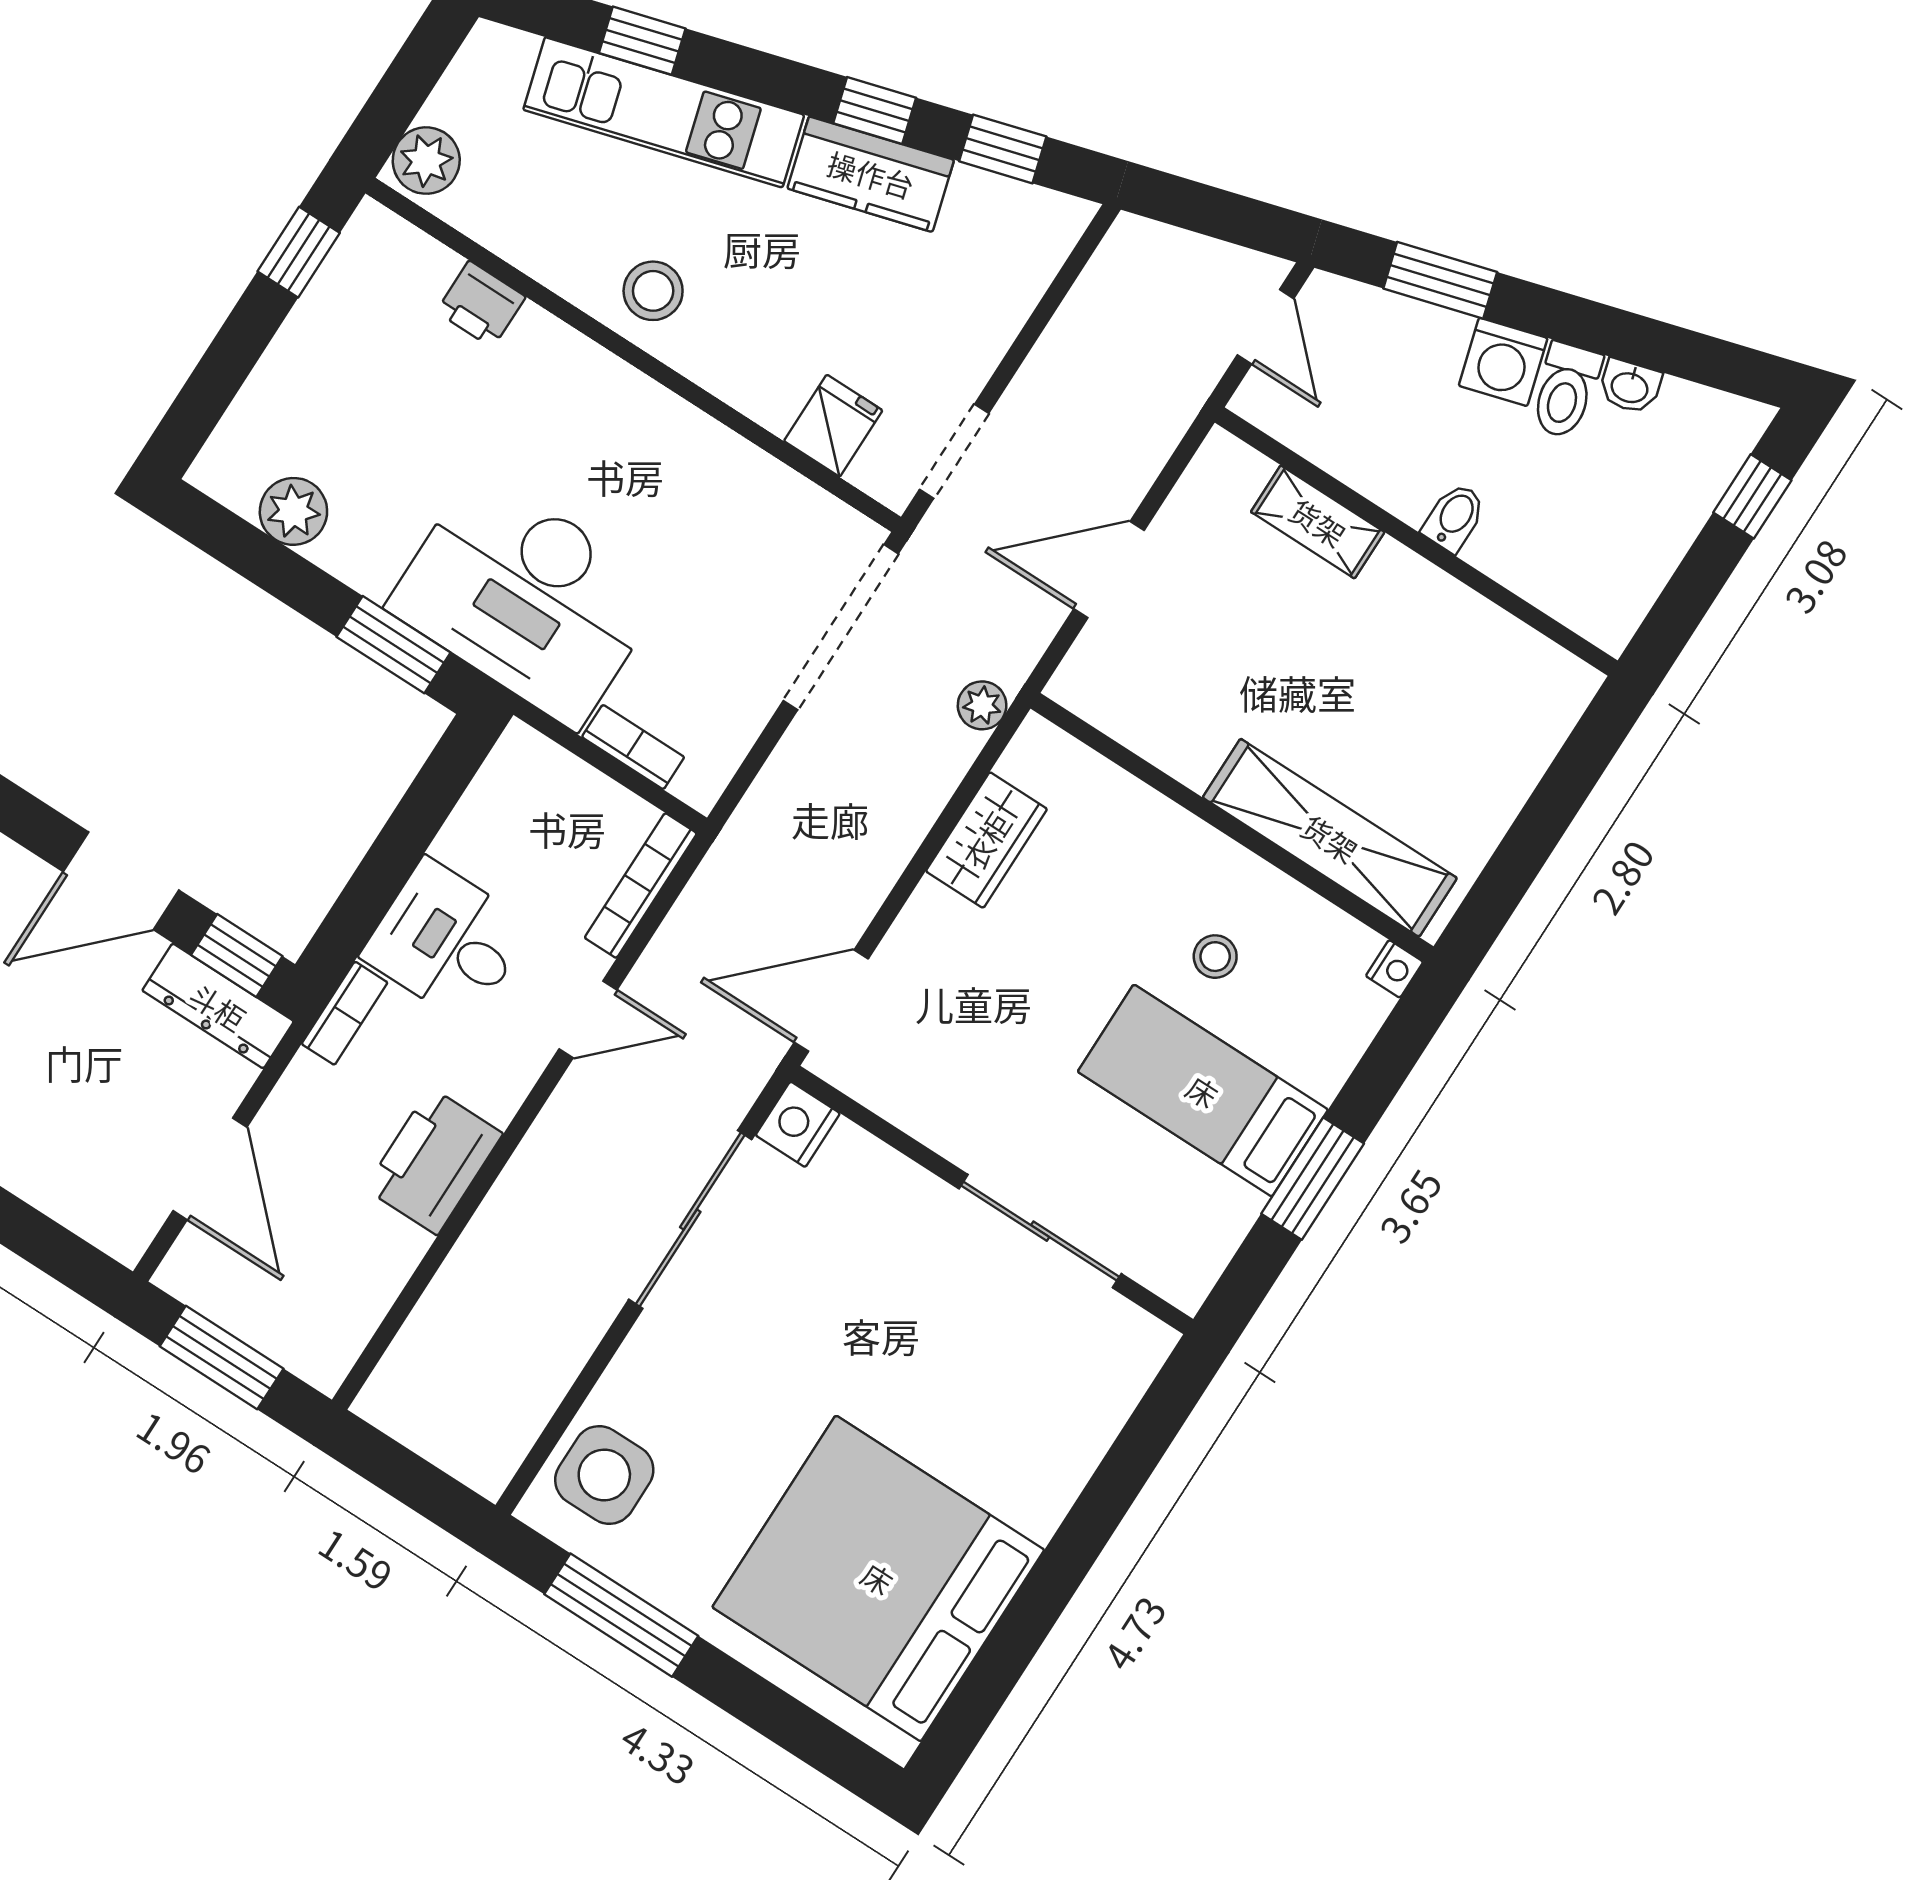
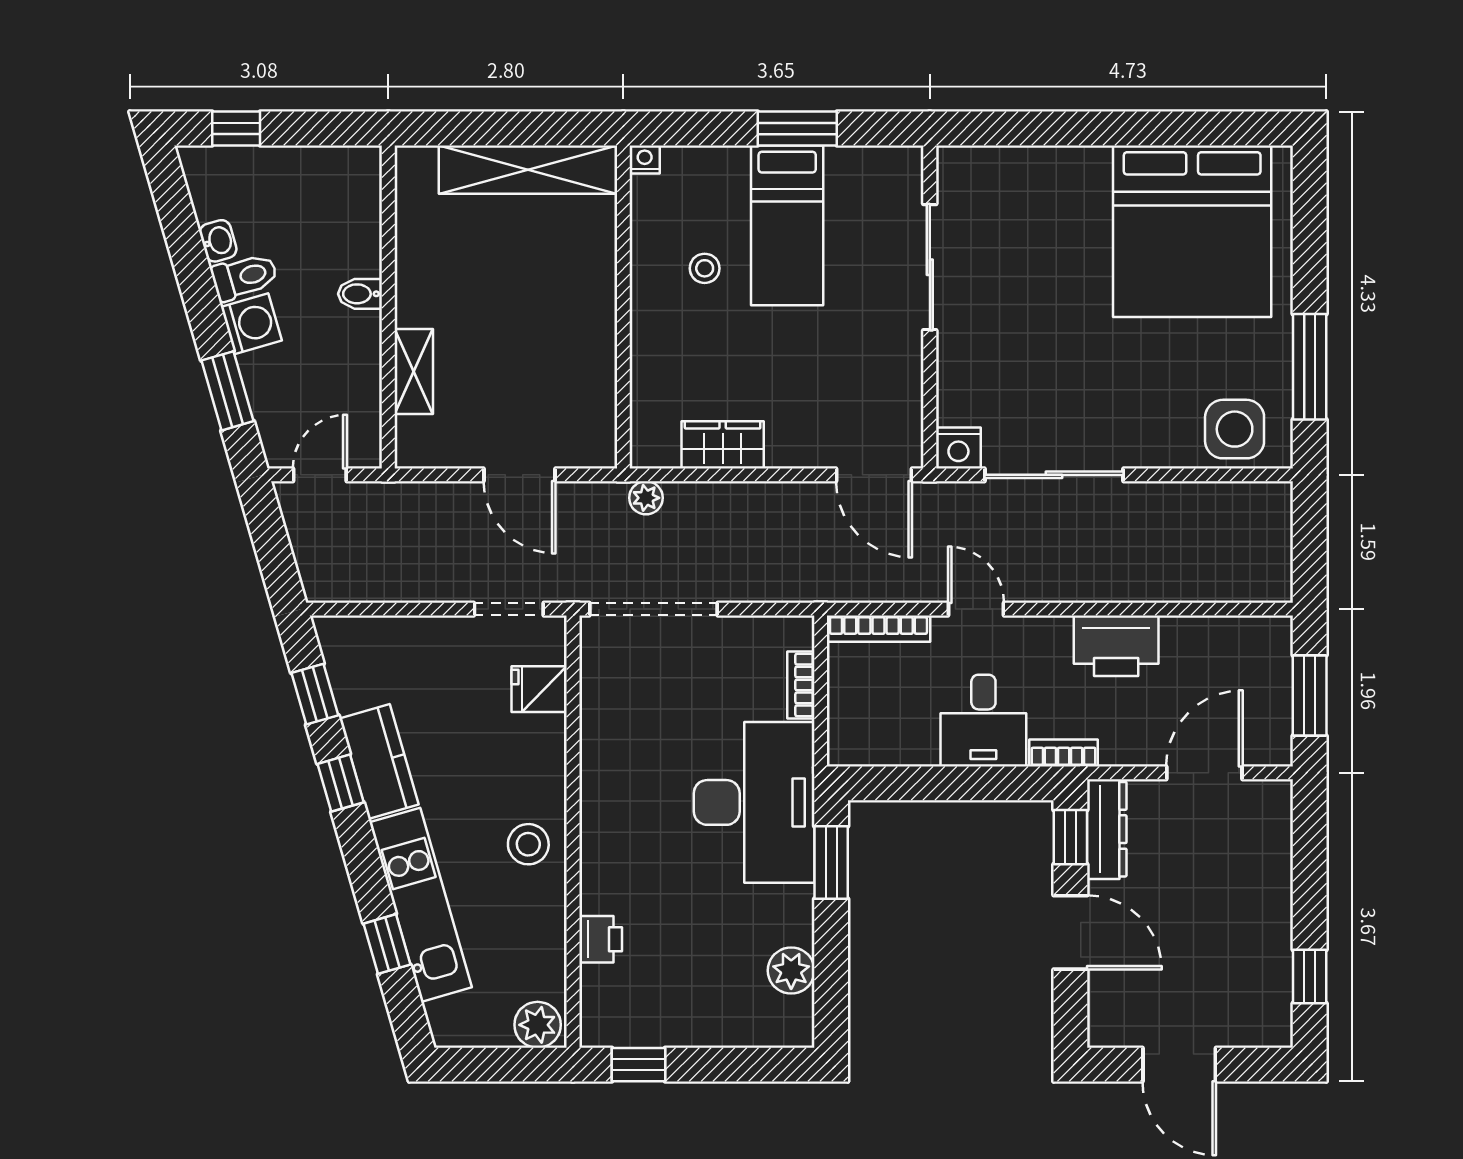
shelving: (1330, 838) -> (528, 170), moved, turned 90

